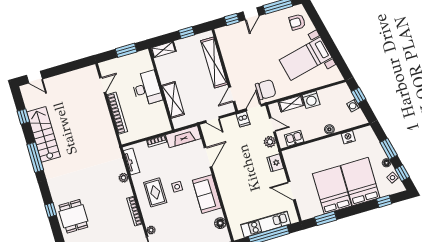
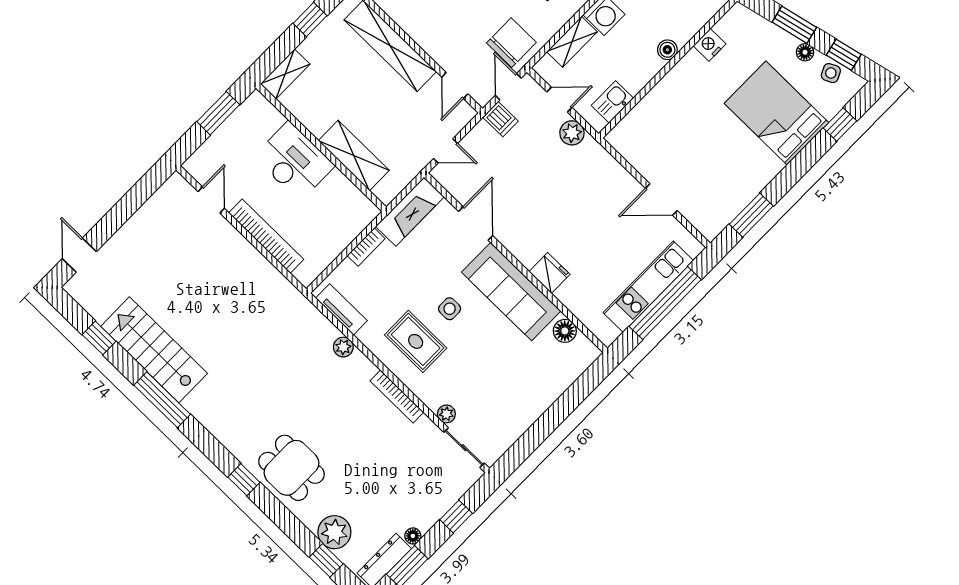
door: (35, 77) -> (79, 255), swing flipped
fridge: (275, 163) -> (549, 273), moved, turned 180
bed: (332, 190) -> (734, 157), removed
sofa: (207, 194) -> (511, 292), width x1.36

